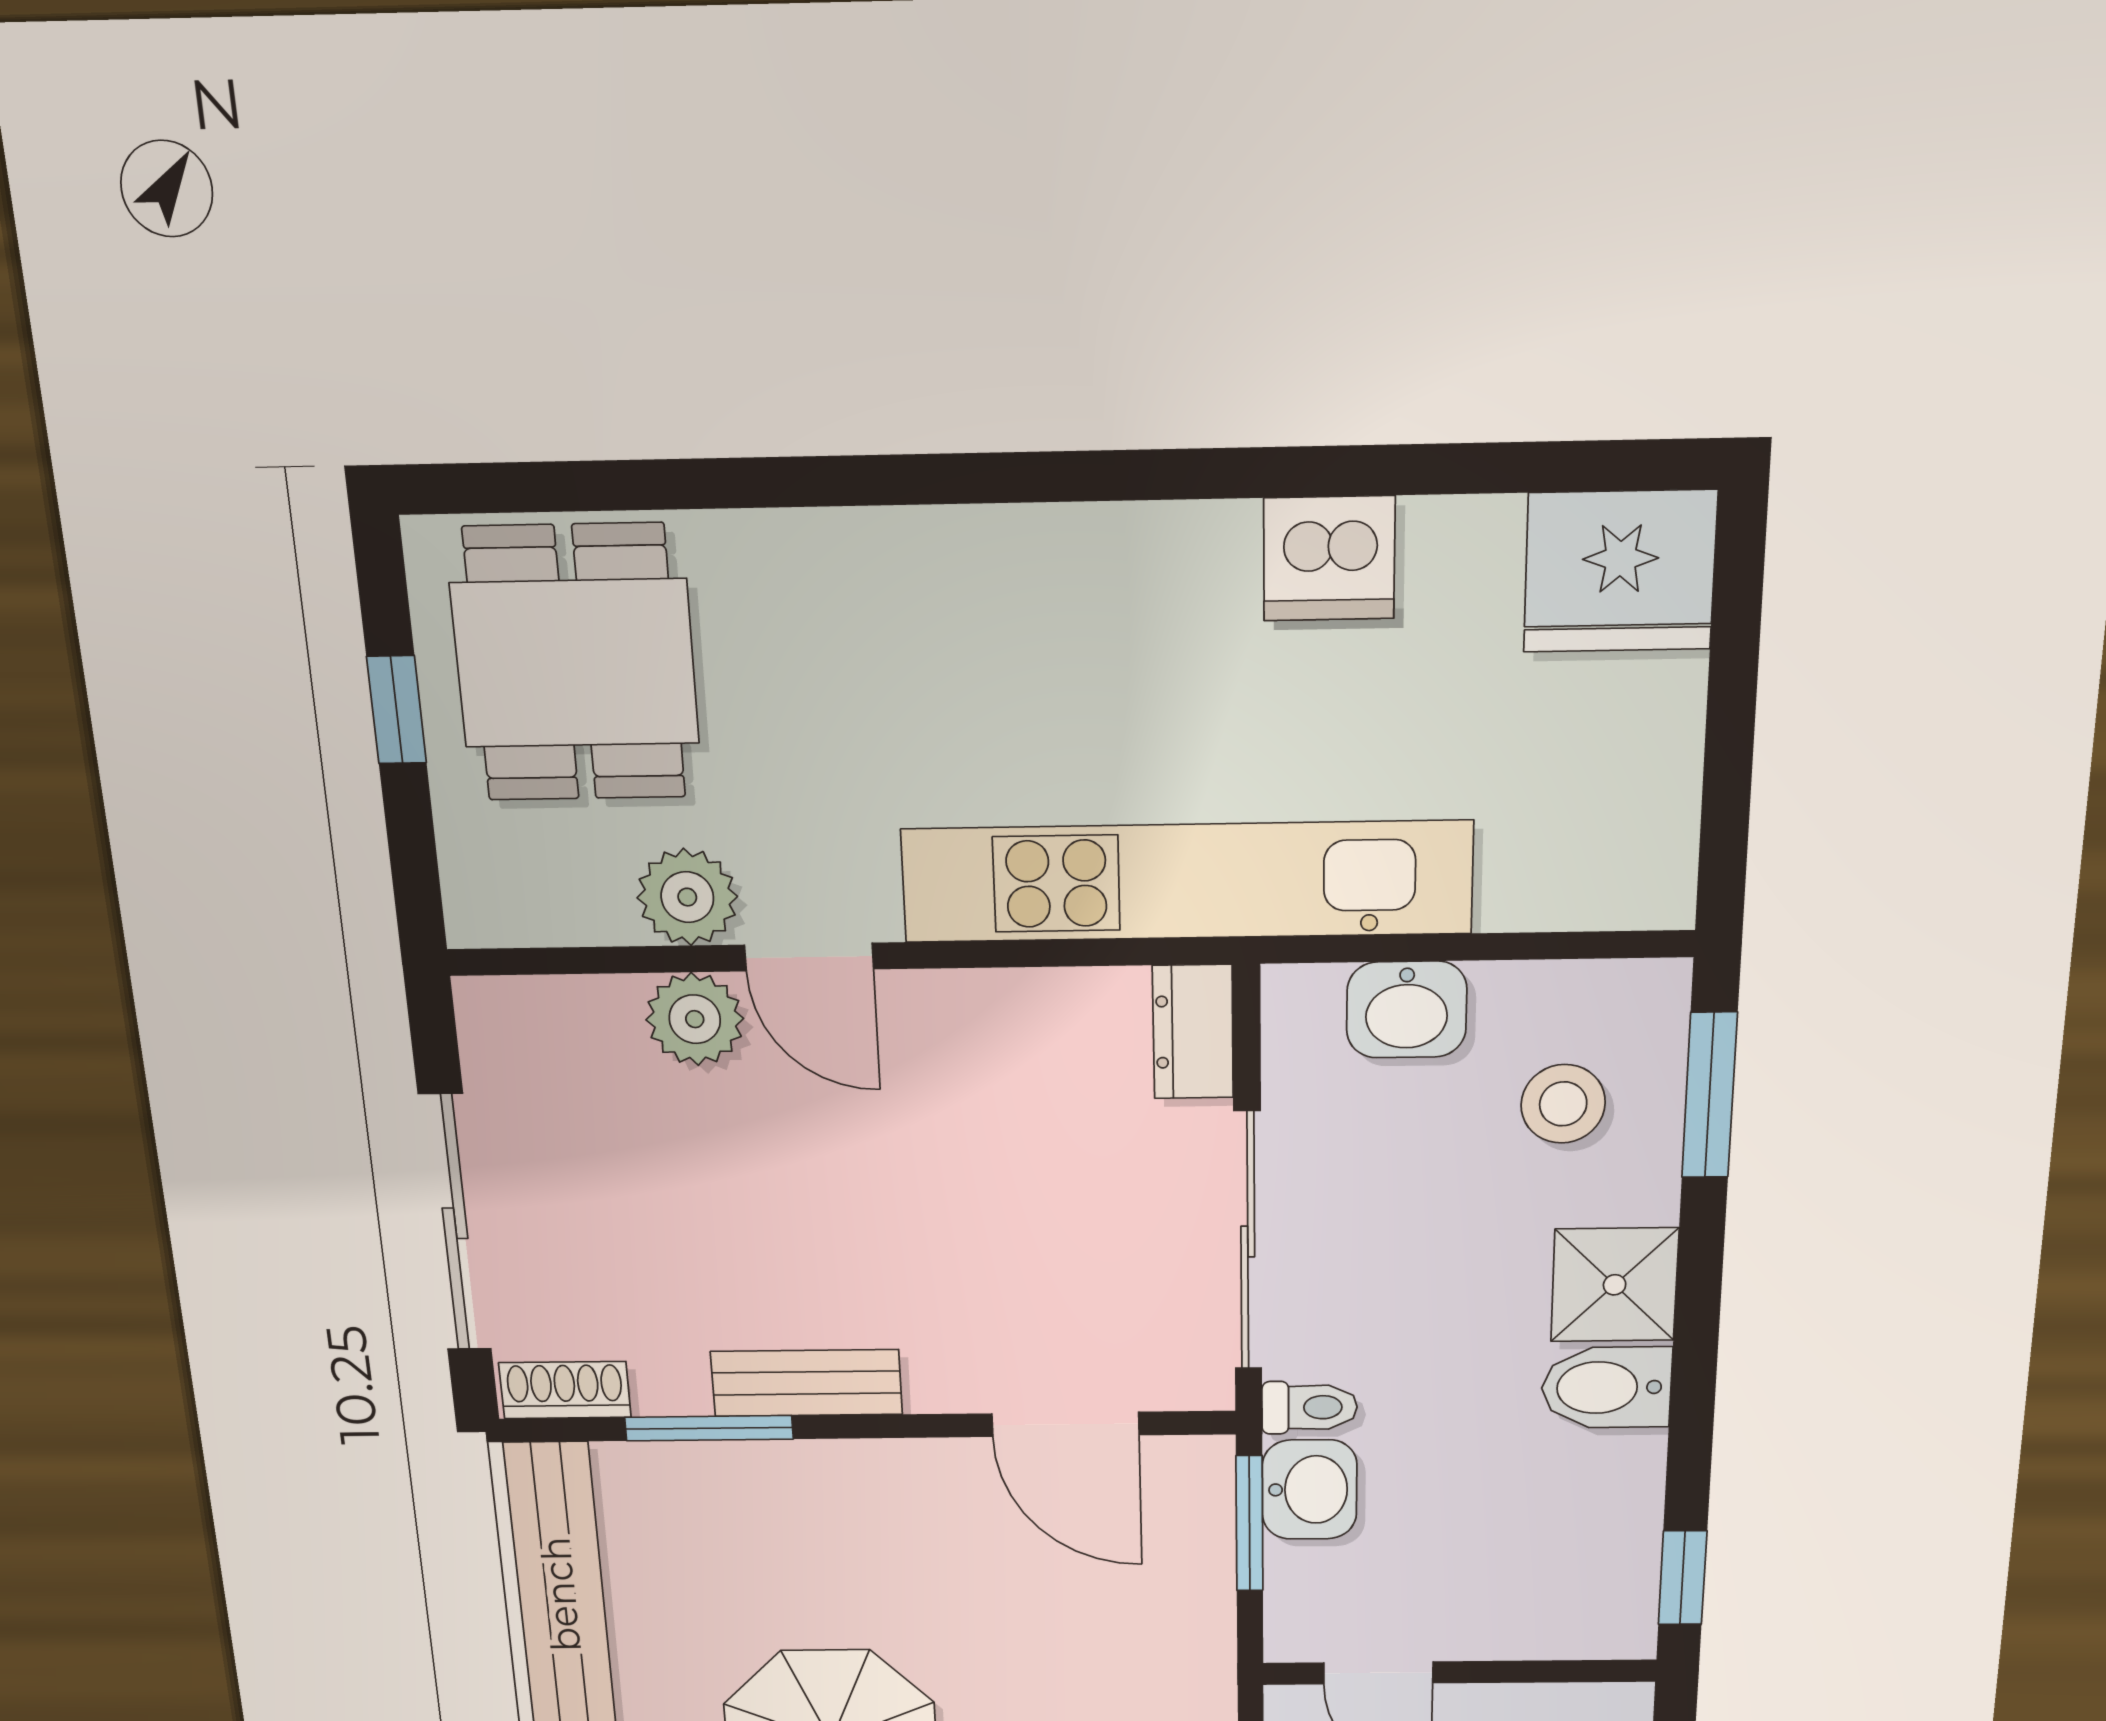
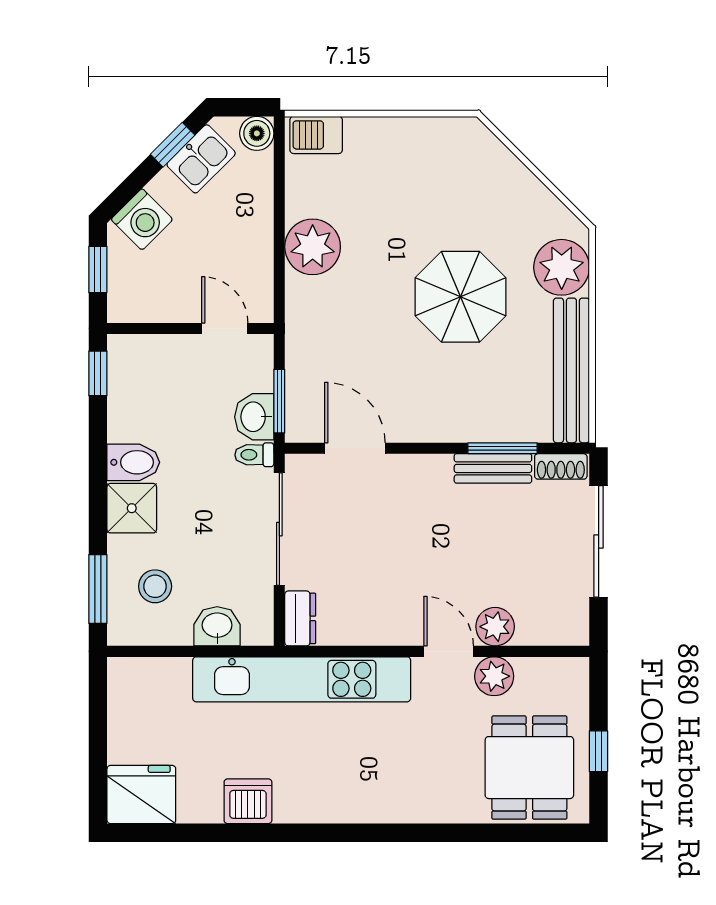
bench: (807, 1383) -> (493, 468), moved

